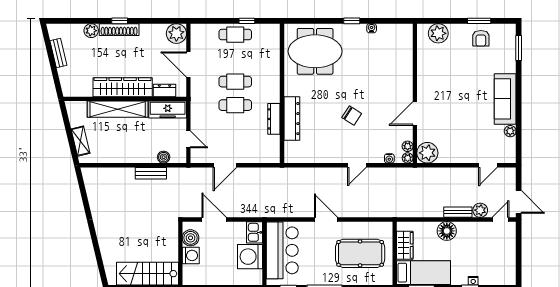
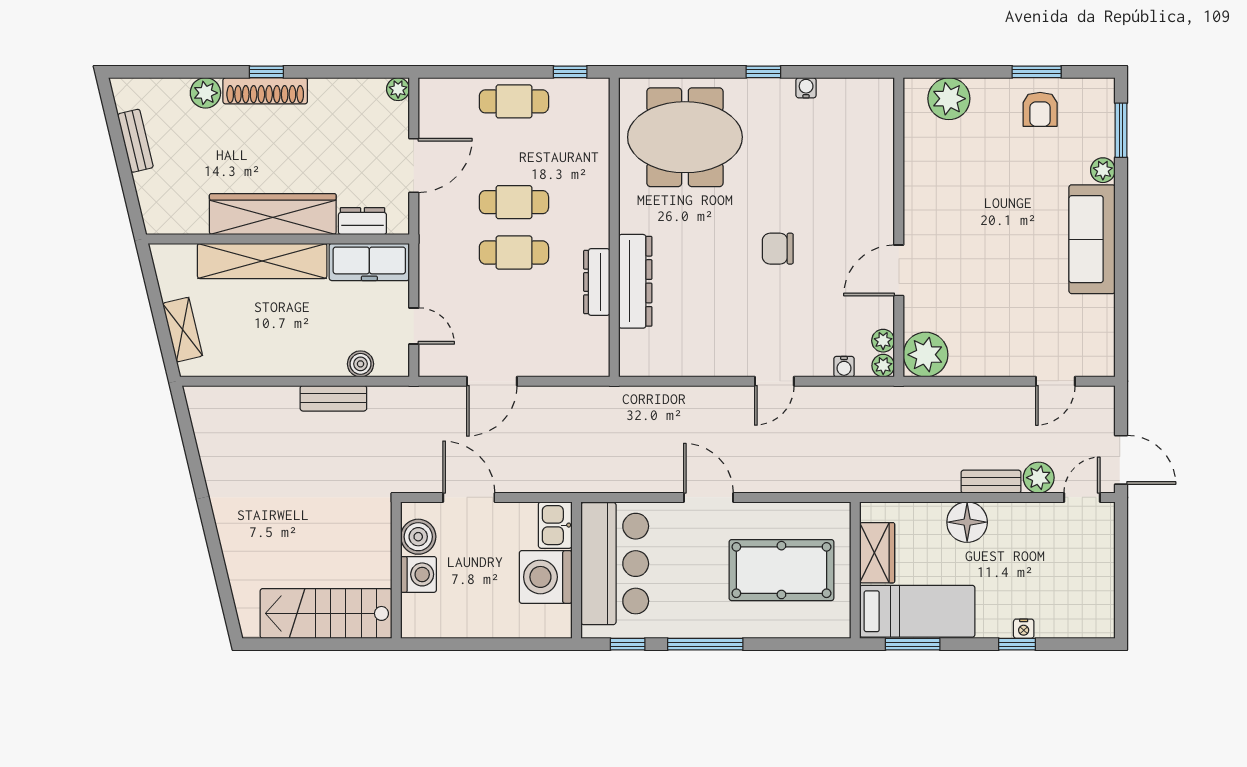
window: (247, 21) -> (570, 72), moved
plant: (176, 34) -> (398, 89), width x0.53, depth x0.53
door: (188, 65) -> (414, 166), swing flipped
chair: (352, 116) -> (778, 249), moved, turned 147
plant: (510, 131) -> (1103, 170), moved

